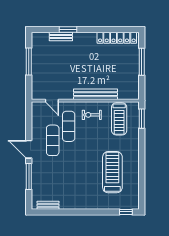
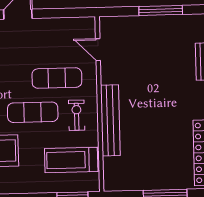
door: (52, 101) -> (98, 50), hinge flipped
exercise mat: (53, 140) -> (33, 112), moved

